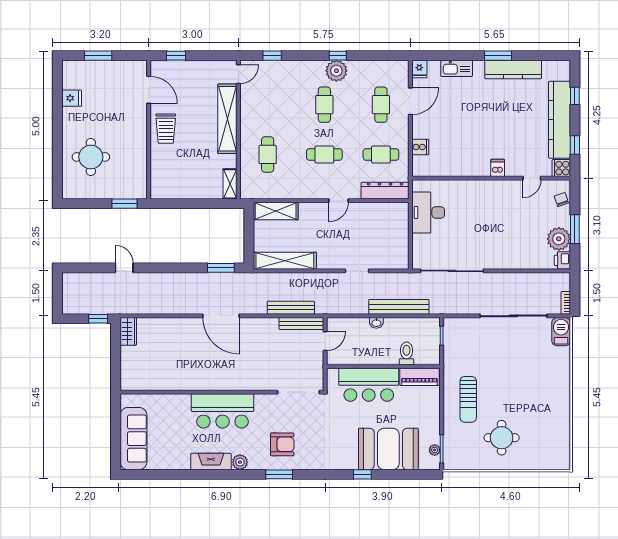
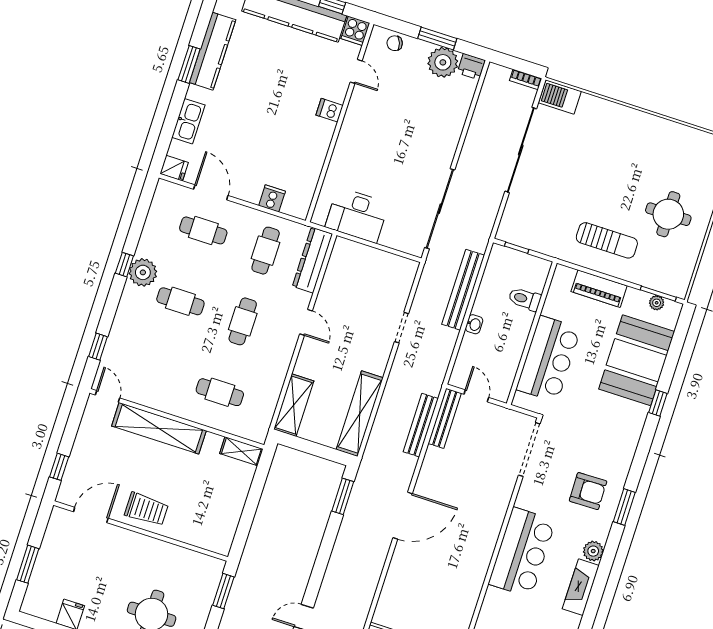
piano: (419, 377) -> (599, 289), moved, turned 90
armchair: (282, 444) -> (588, 491), turned 89

